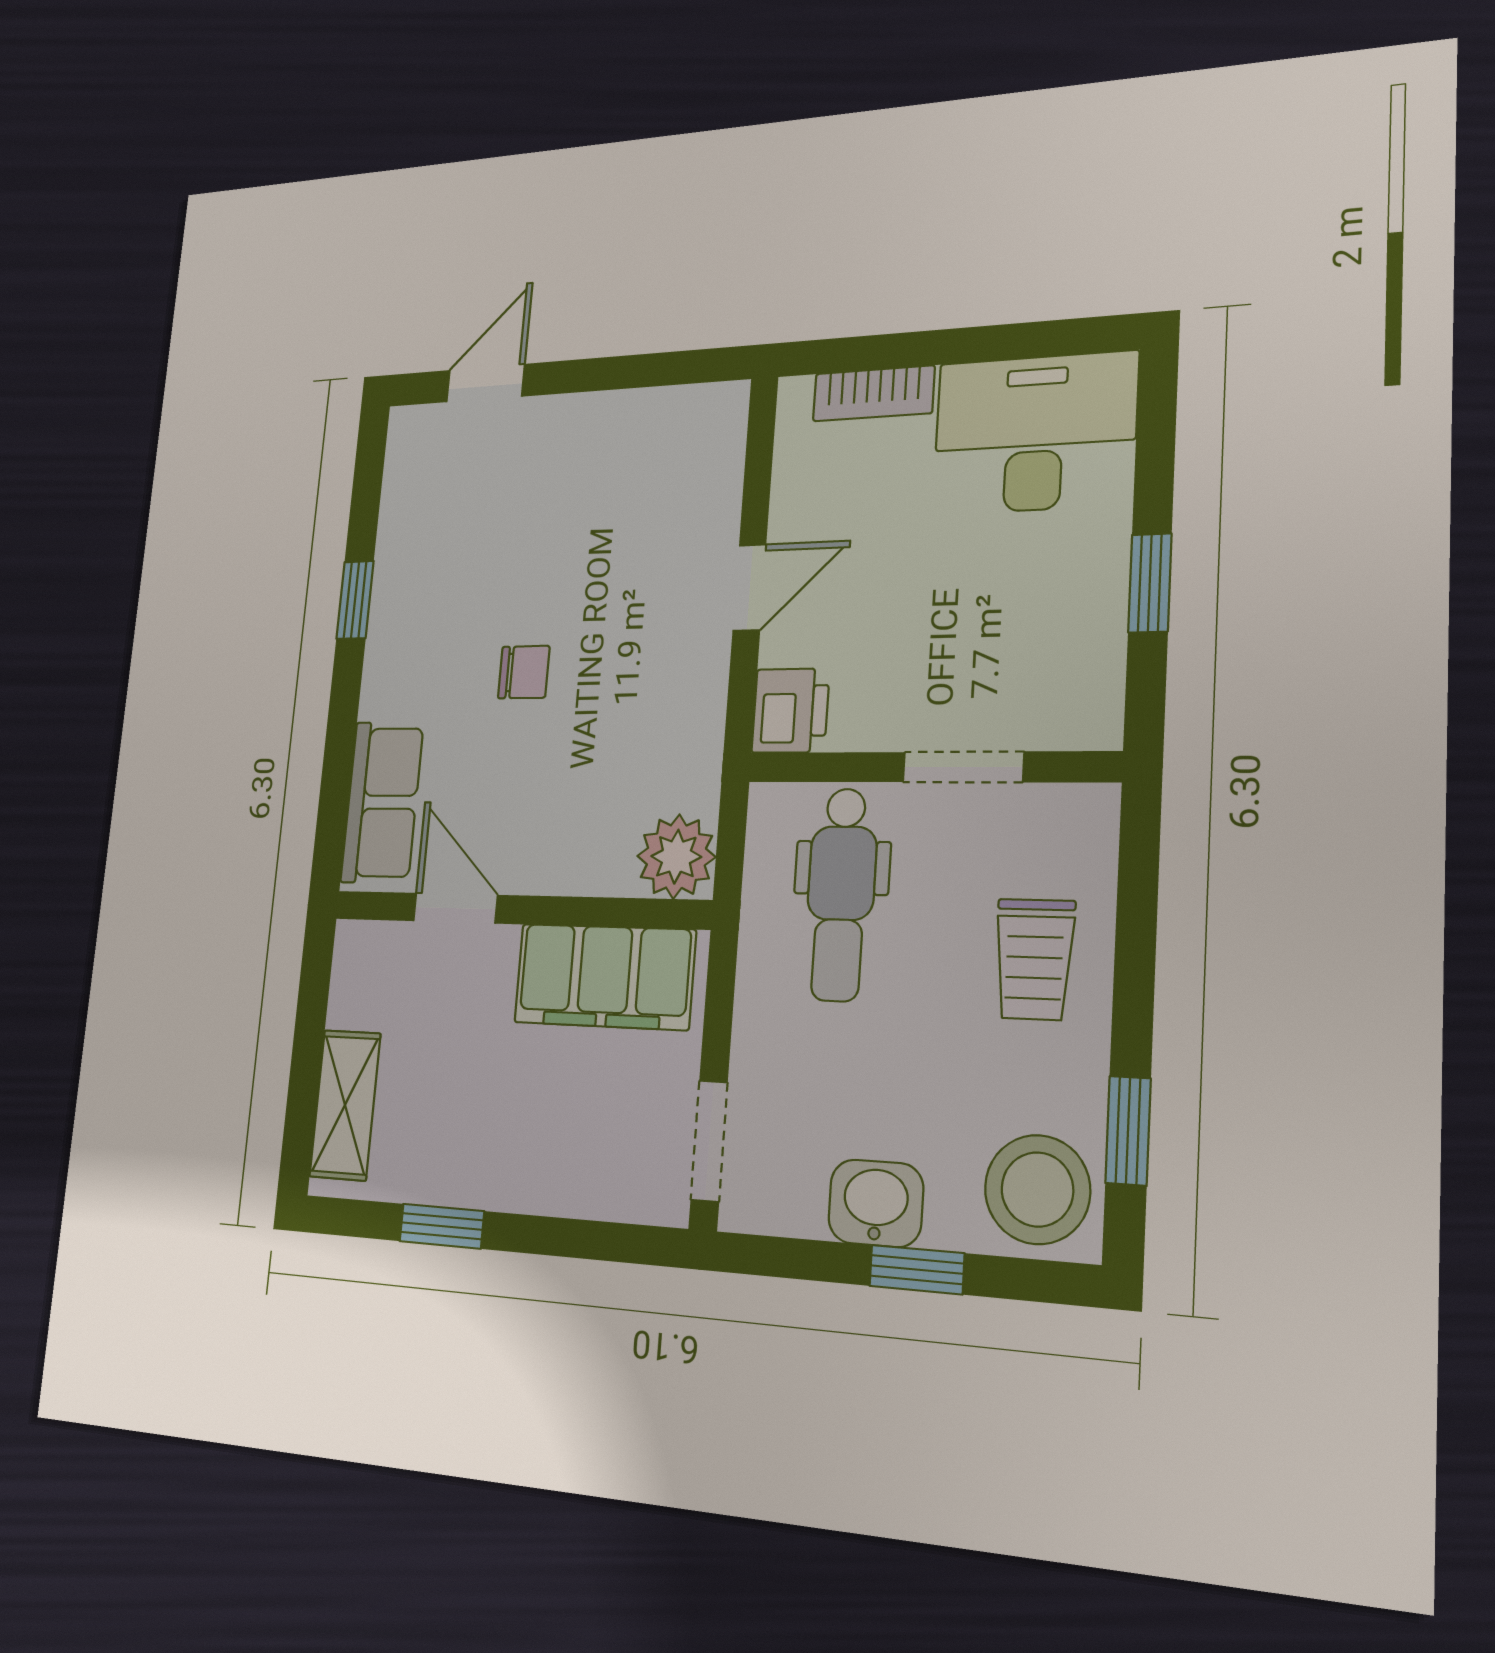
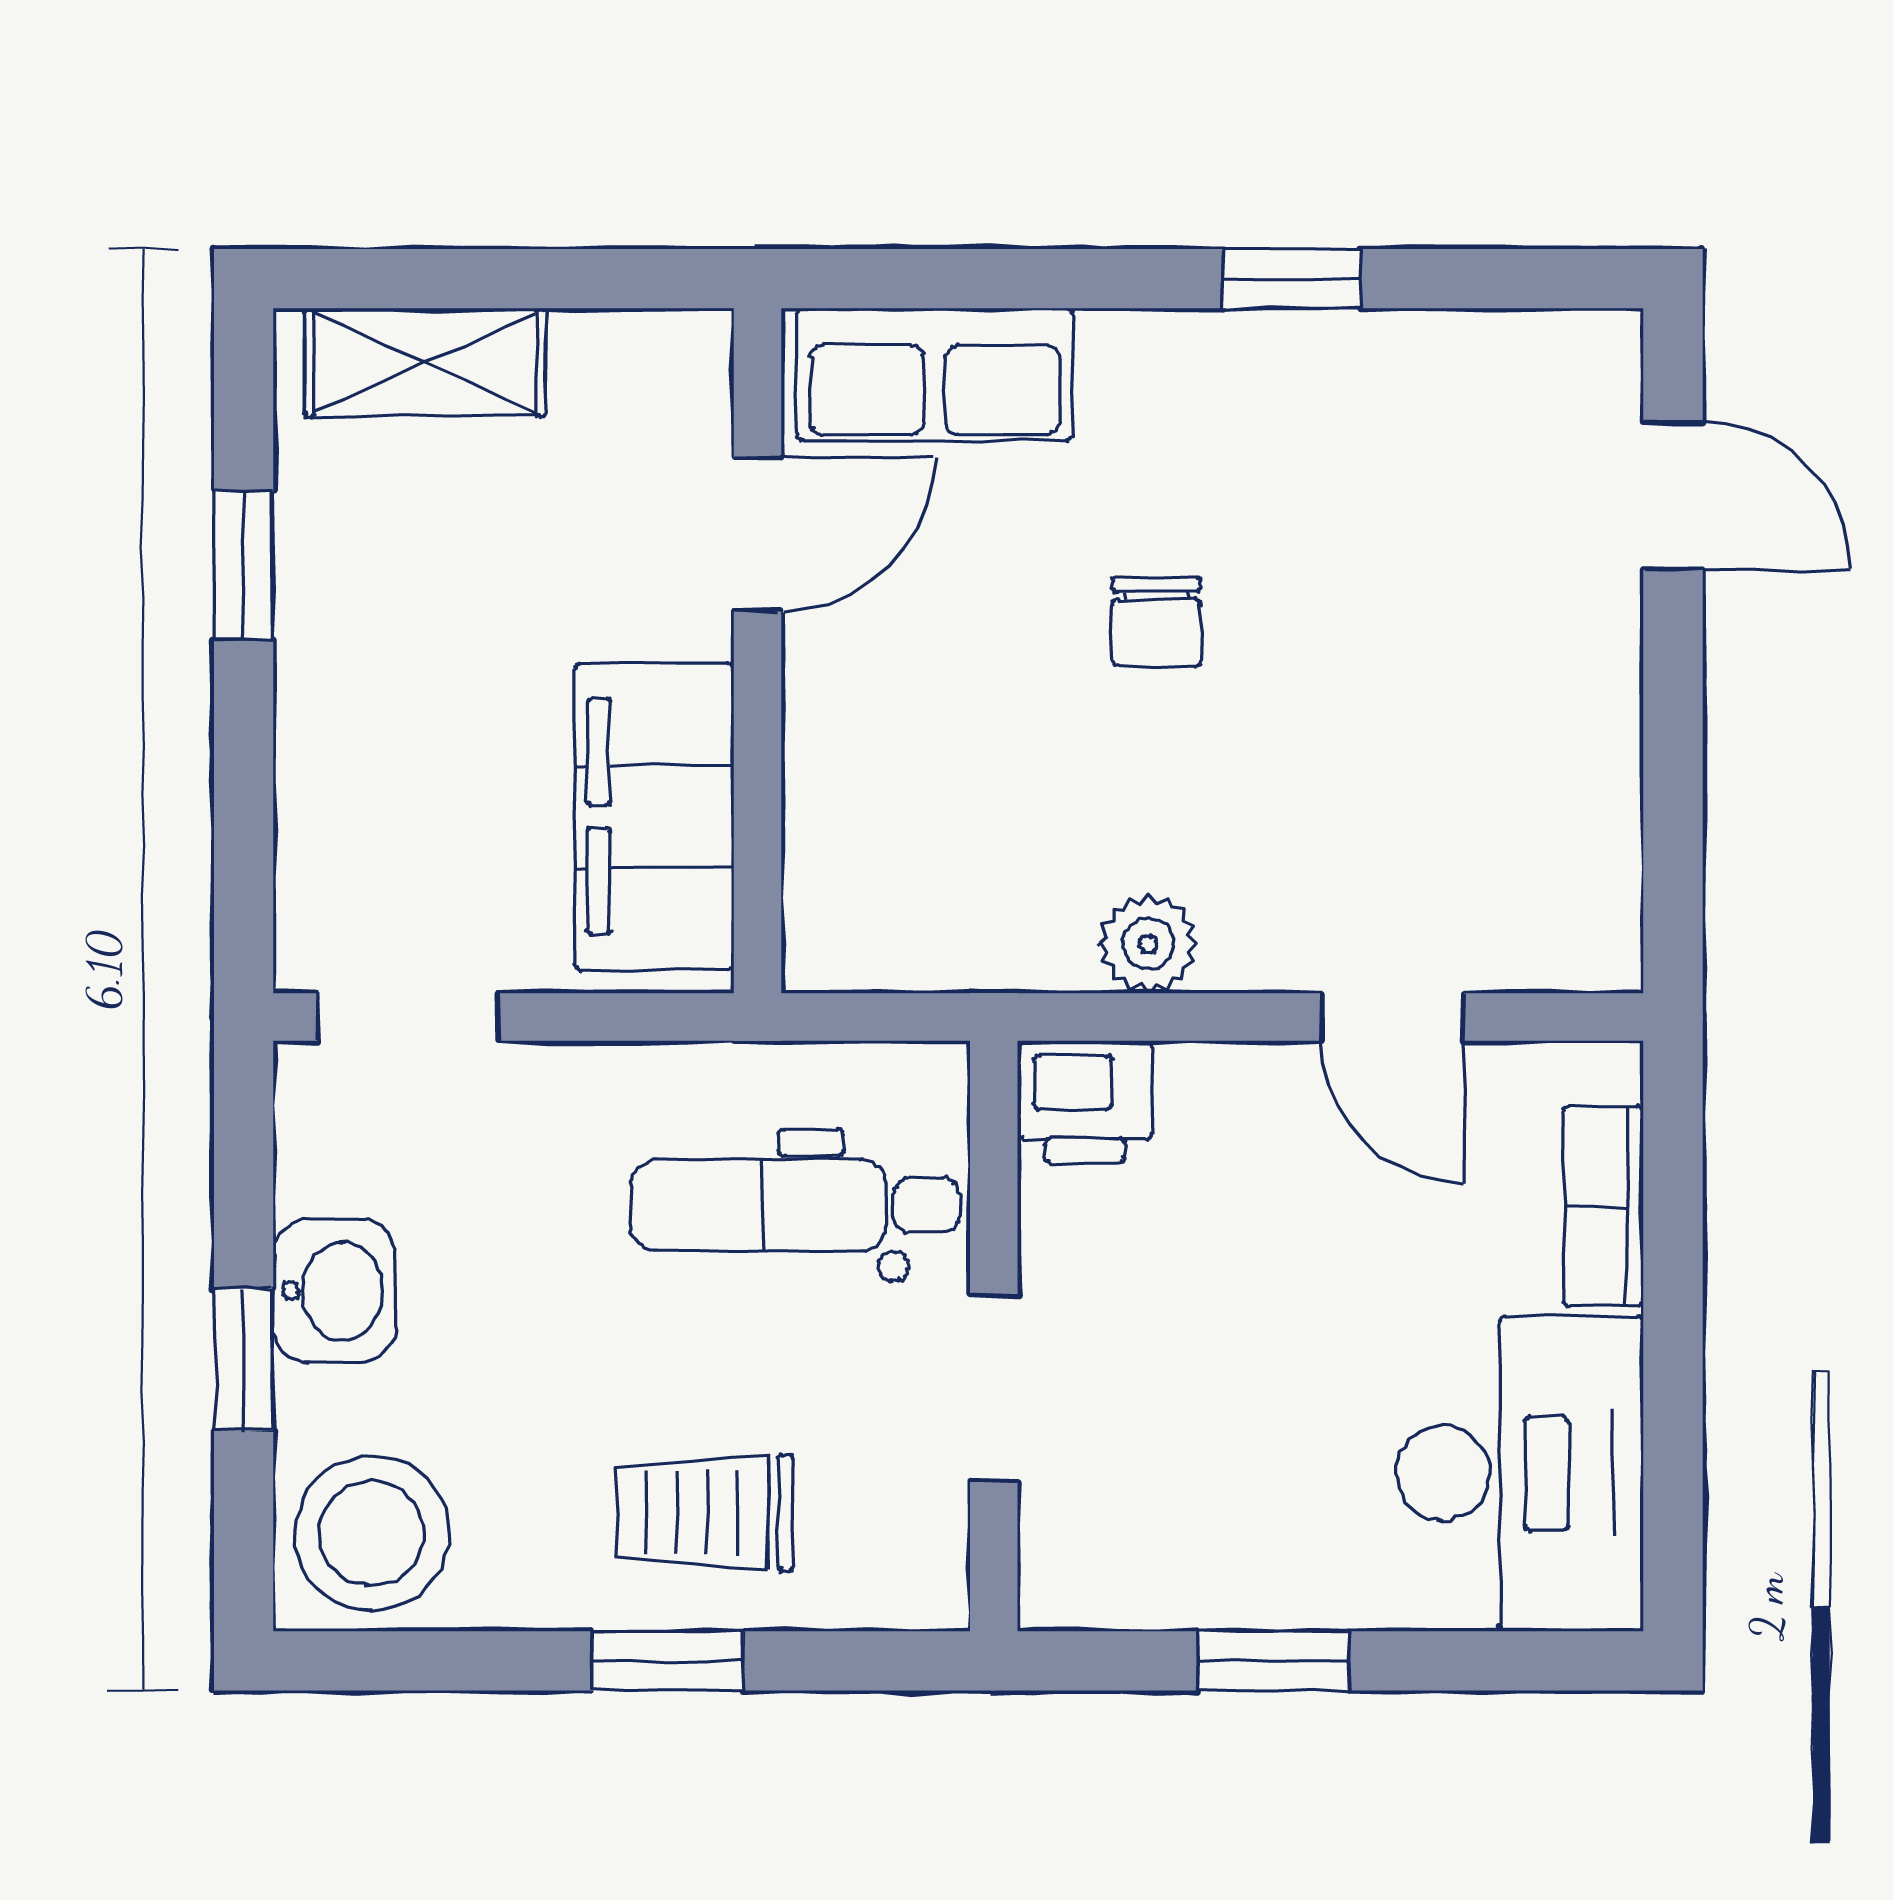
door: (749, 588) -> (1393, 1017), moved
plant: (676, 857) -> (1148, 944), moved, width x0.73, depth x0.73
window: (1128, 1131) -> (667, 1661), moved

